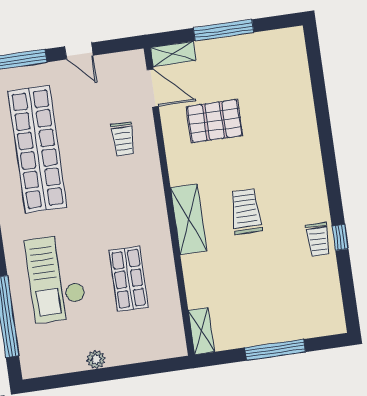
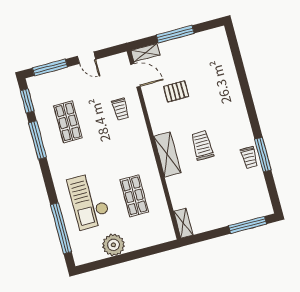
pallet: (214, 121) -> (176, 91), width x0.67, depth x0.71
shop shelf: (37, 149) -> (68, 122), width x0.50, depth x0.74
window: (340, 237) -> (263, 155), width x2.17
window: (275, 350) -> (248, 225), moved
plant: (96, 359) -> (113, 245), width x1.88, depth x1.88

